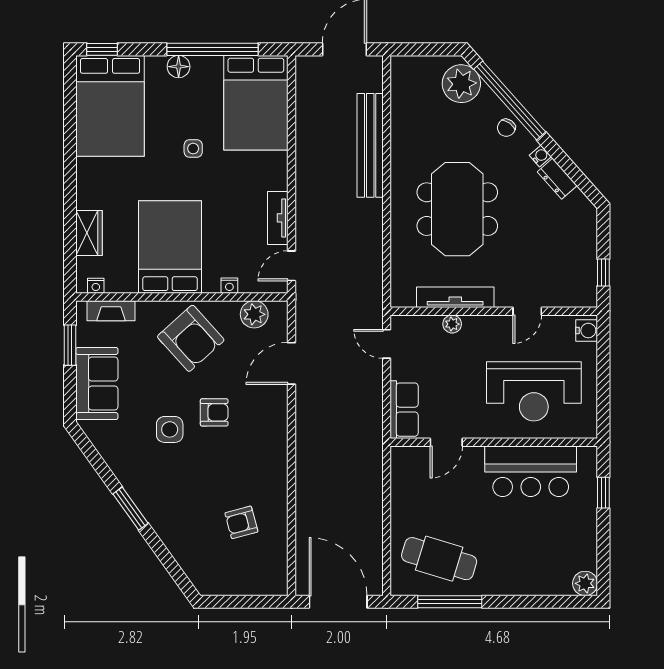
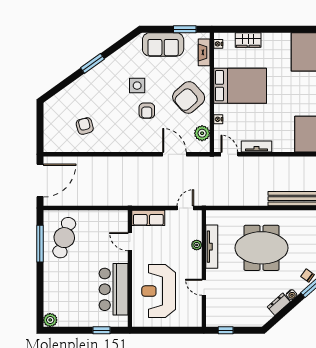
side table: (193, 149) -> (296, 99), removed
water cooler: (587, 331) -> (193, 321), removed

